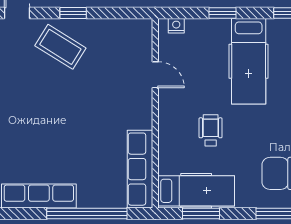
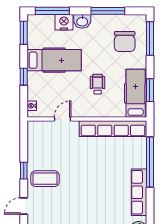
coffee table: (60, 47) -> (45, 179), turned 58
wheelchair: (211, 130) -> (98, 84), turned 90
row of seats: (140, 169) -> (113, 129), width x1.36

